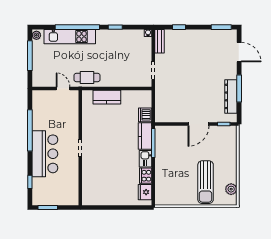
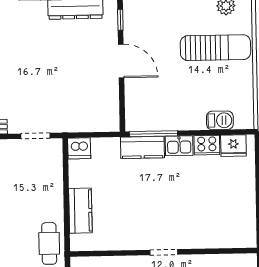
dishwasher: (145, 115) -> (79, 148), moved
barbecue: (161, 184) -> (220, 120), added

